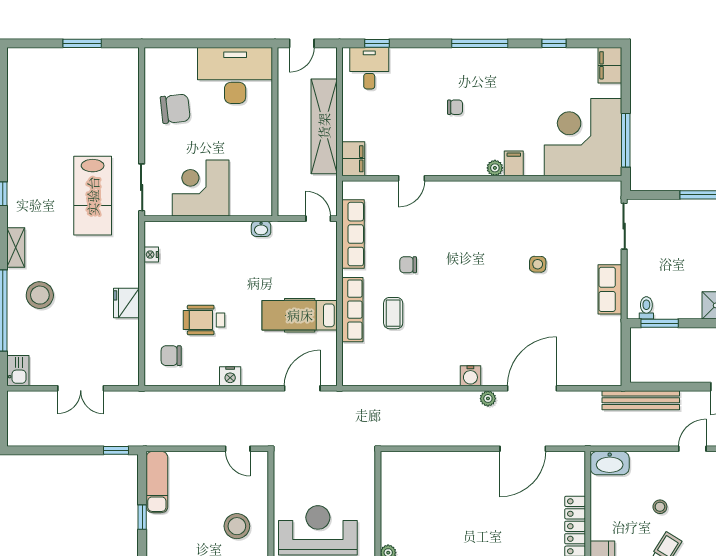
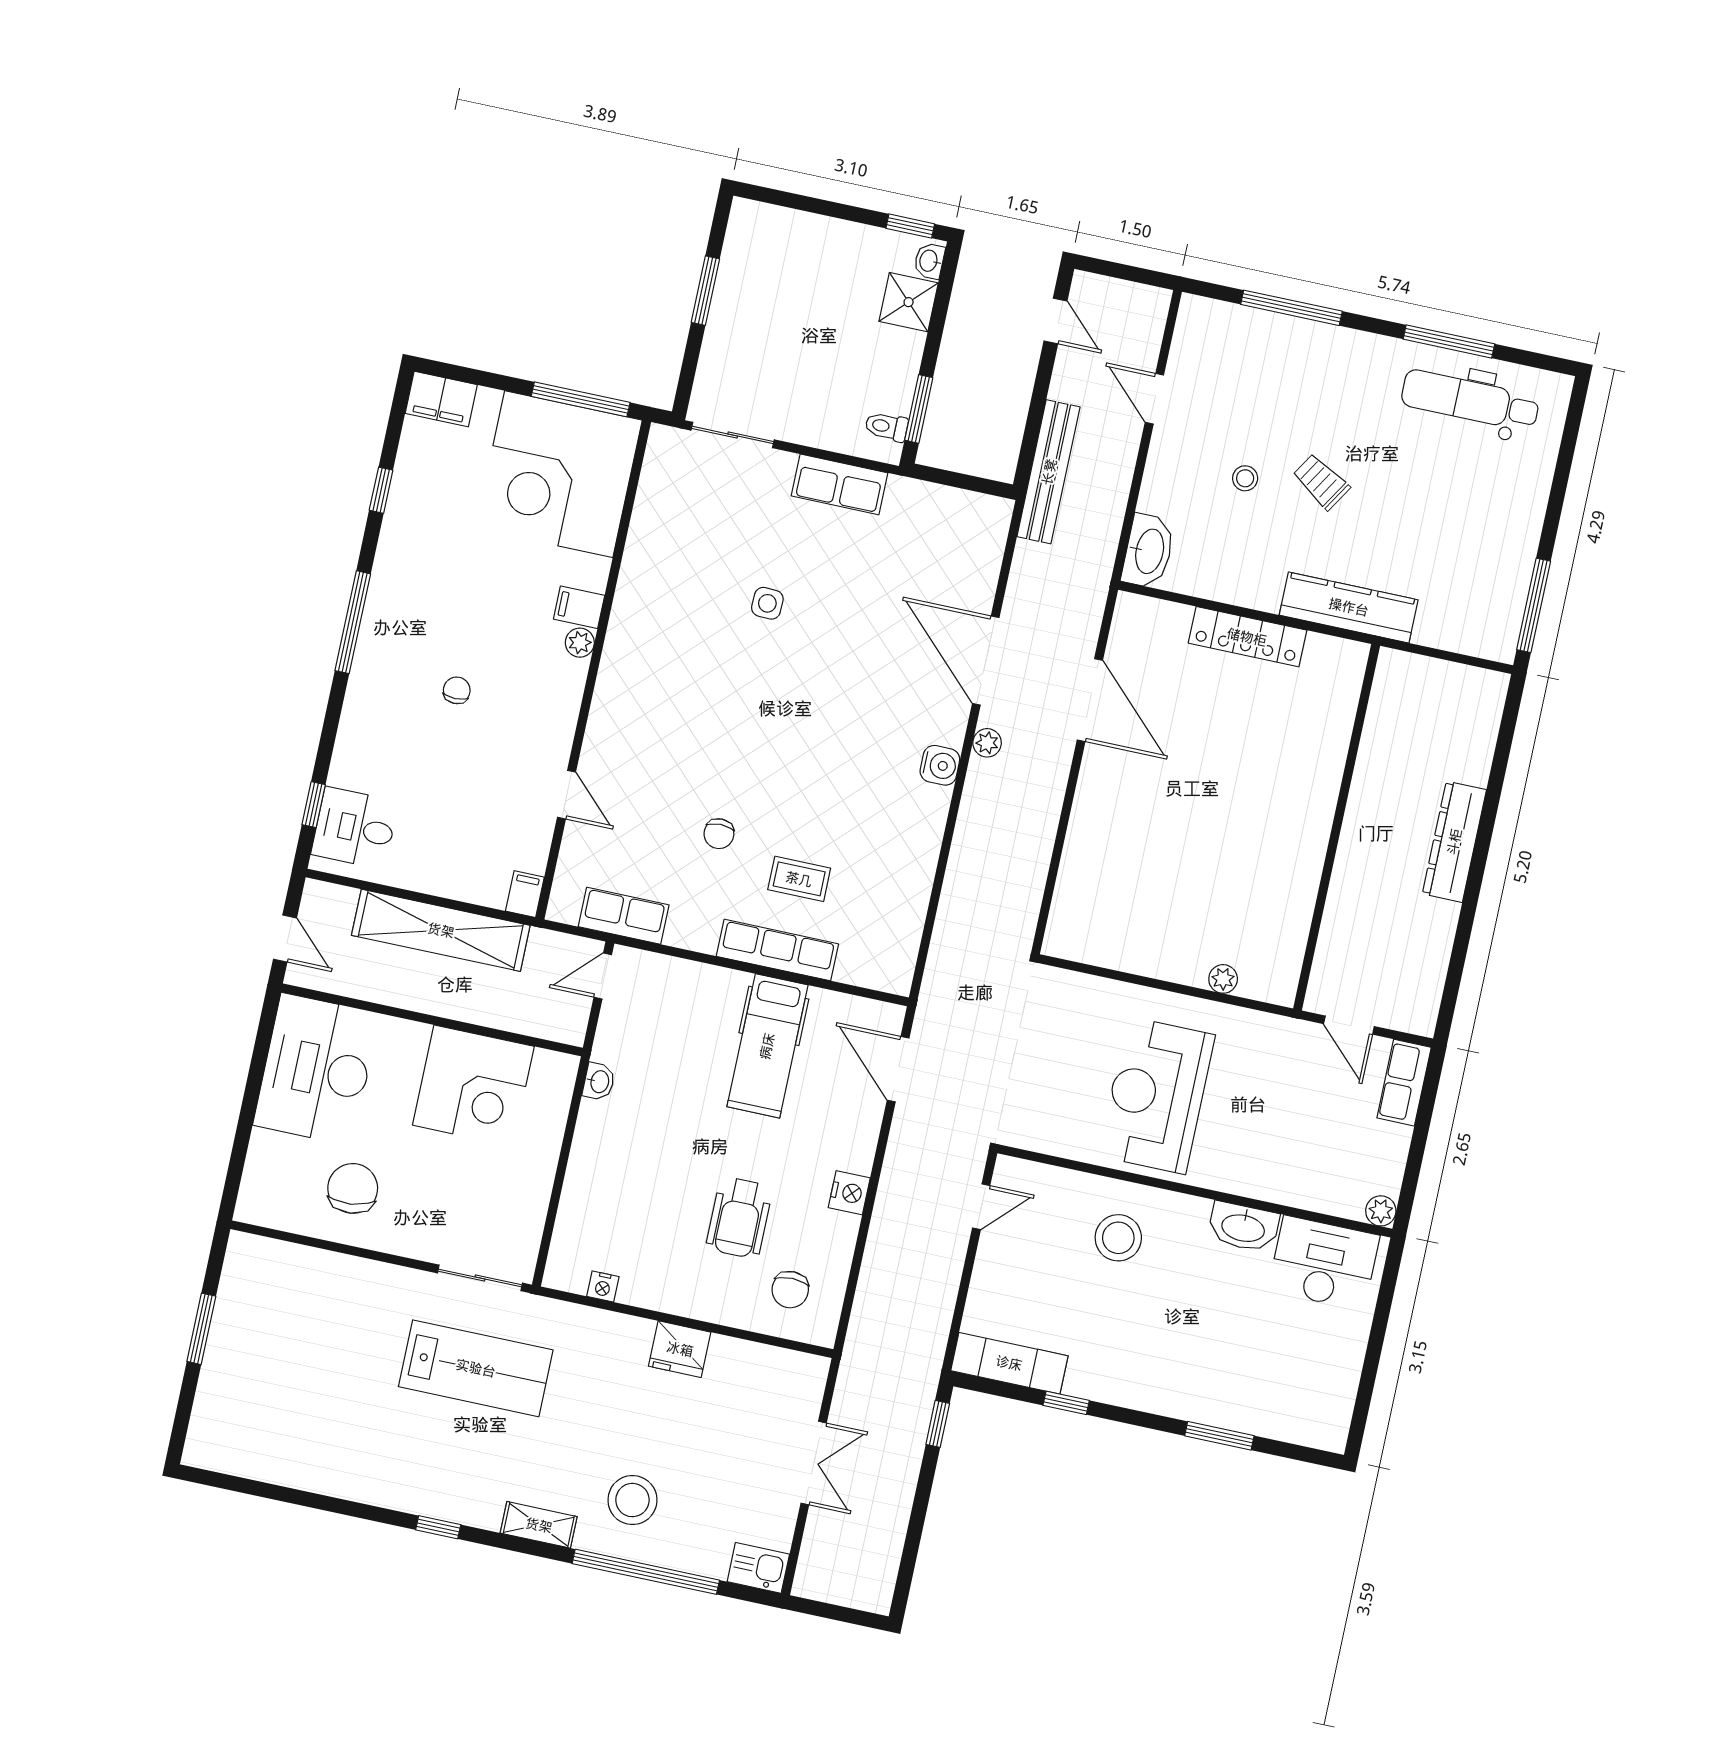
filing cabinet: (353, 159) -> (525, 894), width x0.50
corner desk: (201, 188) -> (473, 1086), moved, turned -90
row of seats: (353, 234) -> (624, 916), width x0.68

